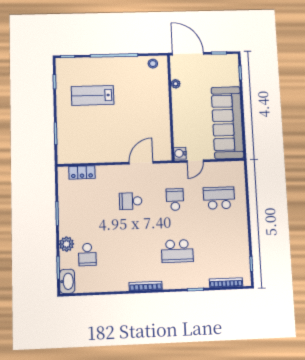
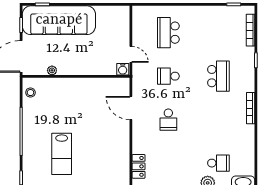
sofa: (227, 123) -> (59, 20), moved

